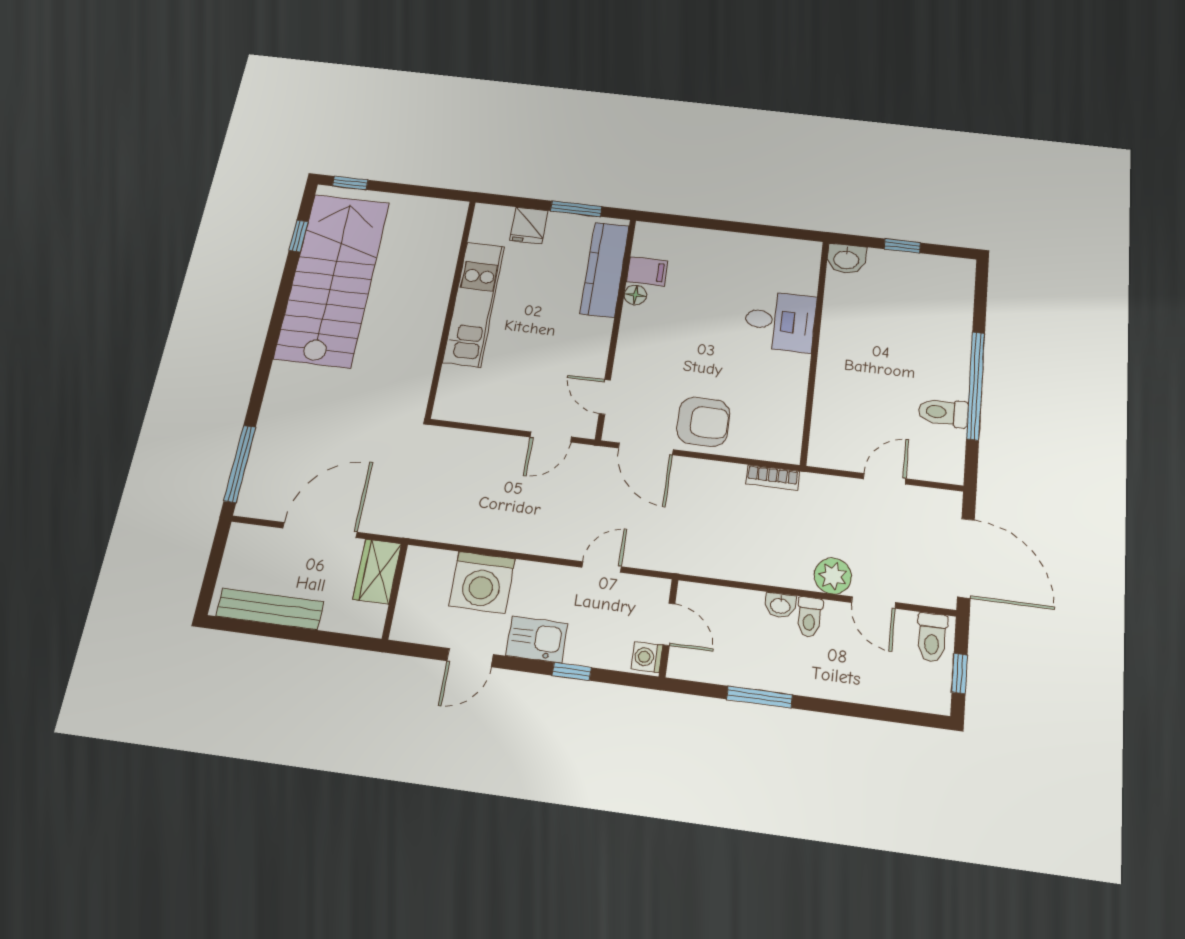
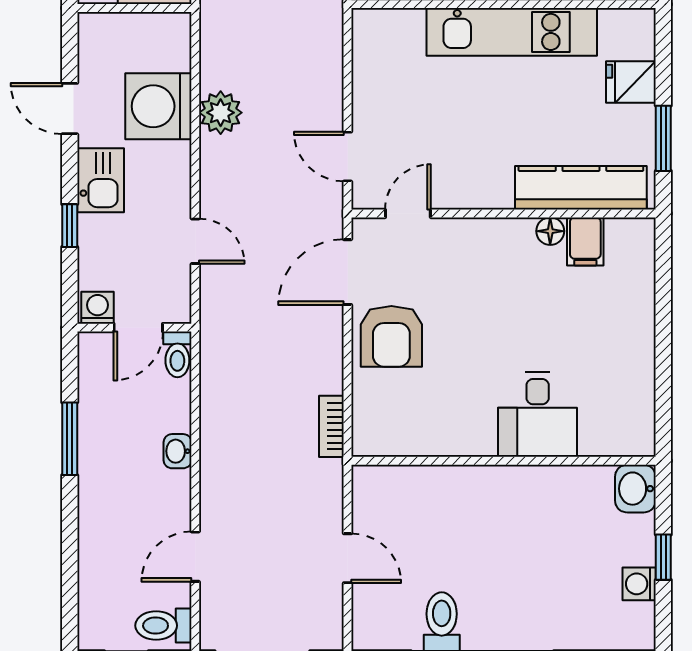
washing machine: (922, 265) -> (639, 584), added
plant: (833, 576) -> (221, 113), moved
toilet: (809, 617) -> (177, 354), moved, turned -90

